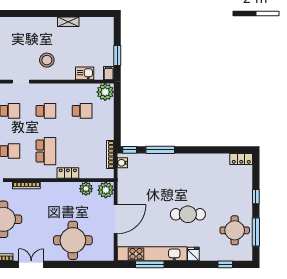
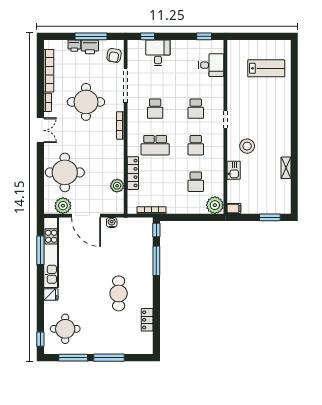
window: (117, 55) -> (270, 217), moved
kitchen sink: (85, 73) -> (234, 170), moved
locker: (241, 159) -> (147, 320), moved
water cooler: (122, 163) -> (112, 222), moved
locker: (68, 173) -> (133, 173), width x1.53
plant: (106, 190) -> (63, 206), moved
window: (256, 197) -> (109, 358), width x2.17
cafe table: (188, 214) -> (119, 293), moved
round table: (235, 230) -> (65, 329), moved
window: (225, 264) -> (40, 339), moved

